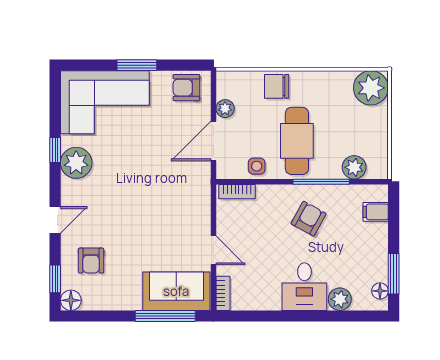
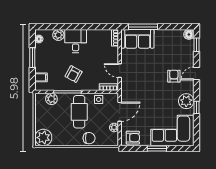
door: (213, 250) -> (120, 71), moved
armchair: (91, 261) -> (174, 76), moved
window: (394, 274) -> (32, 58), moved

